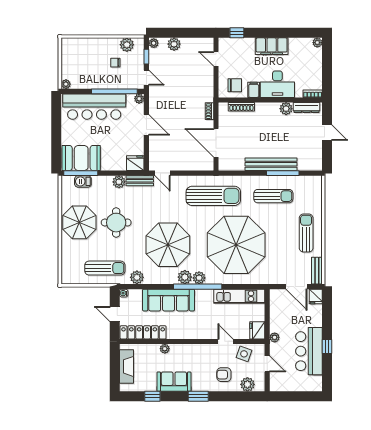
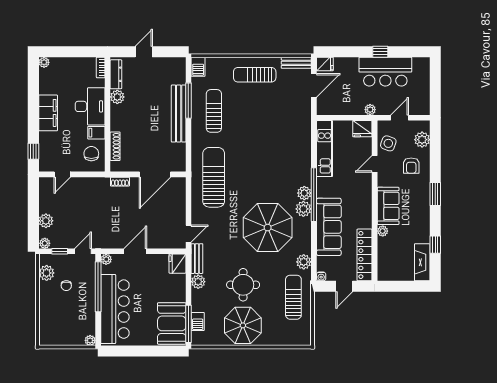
barbecue: (313, 182) -> (198, 67), added
parasol: (236, 245) -> (268, 152), removed
fireplace: (127, 366) -> (422, 262), moved, turned -90
sofa: (174, 382) -> (388, 206), moved, turned 180

